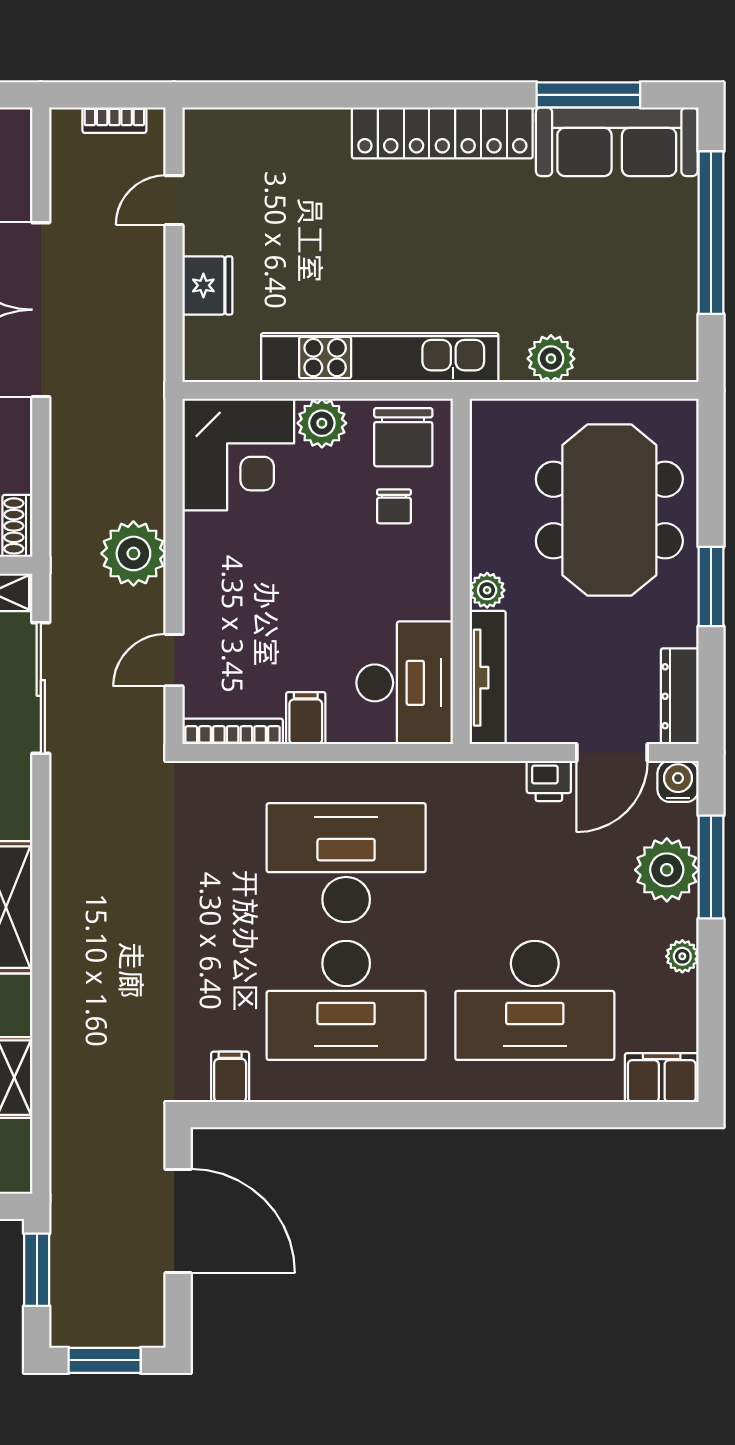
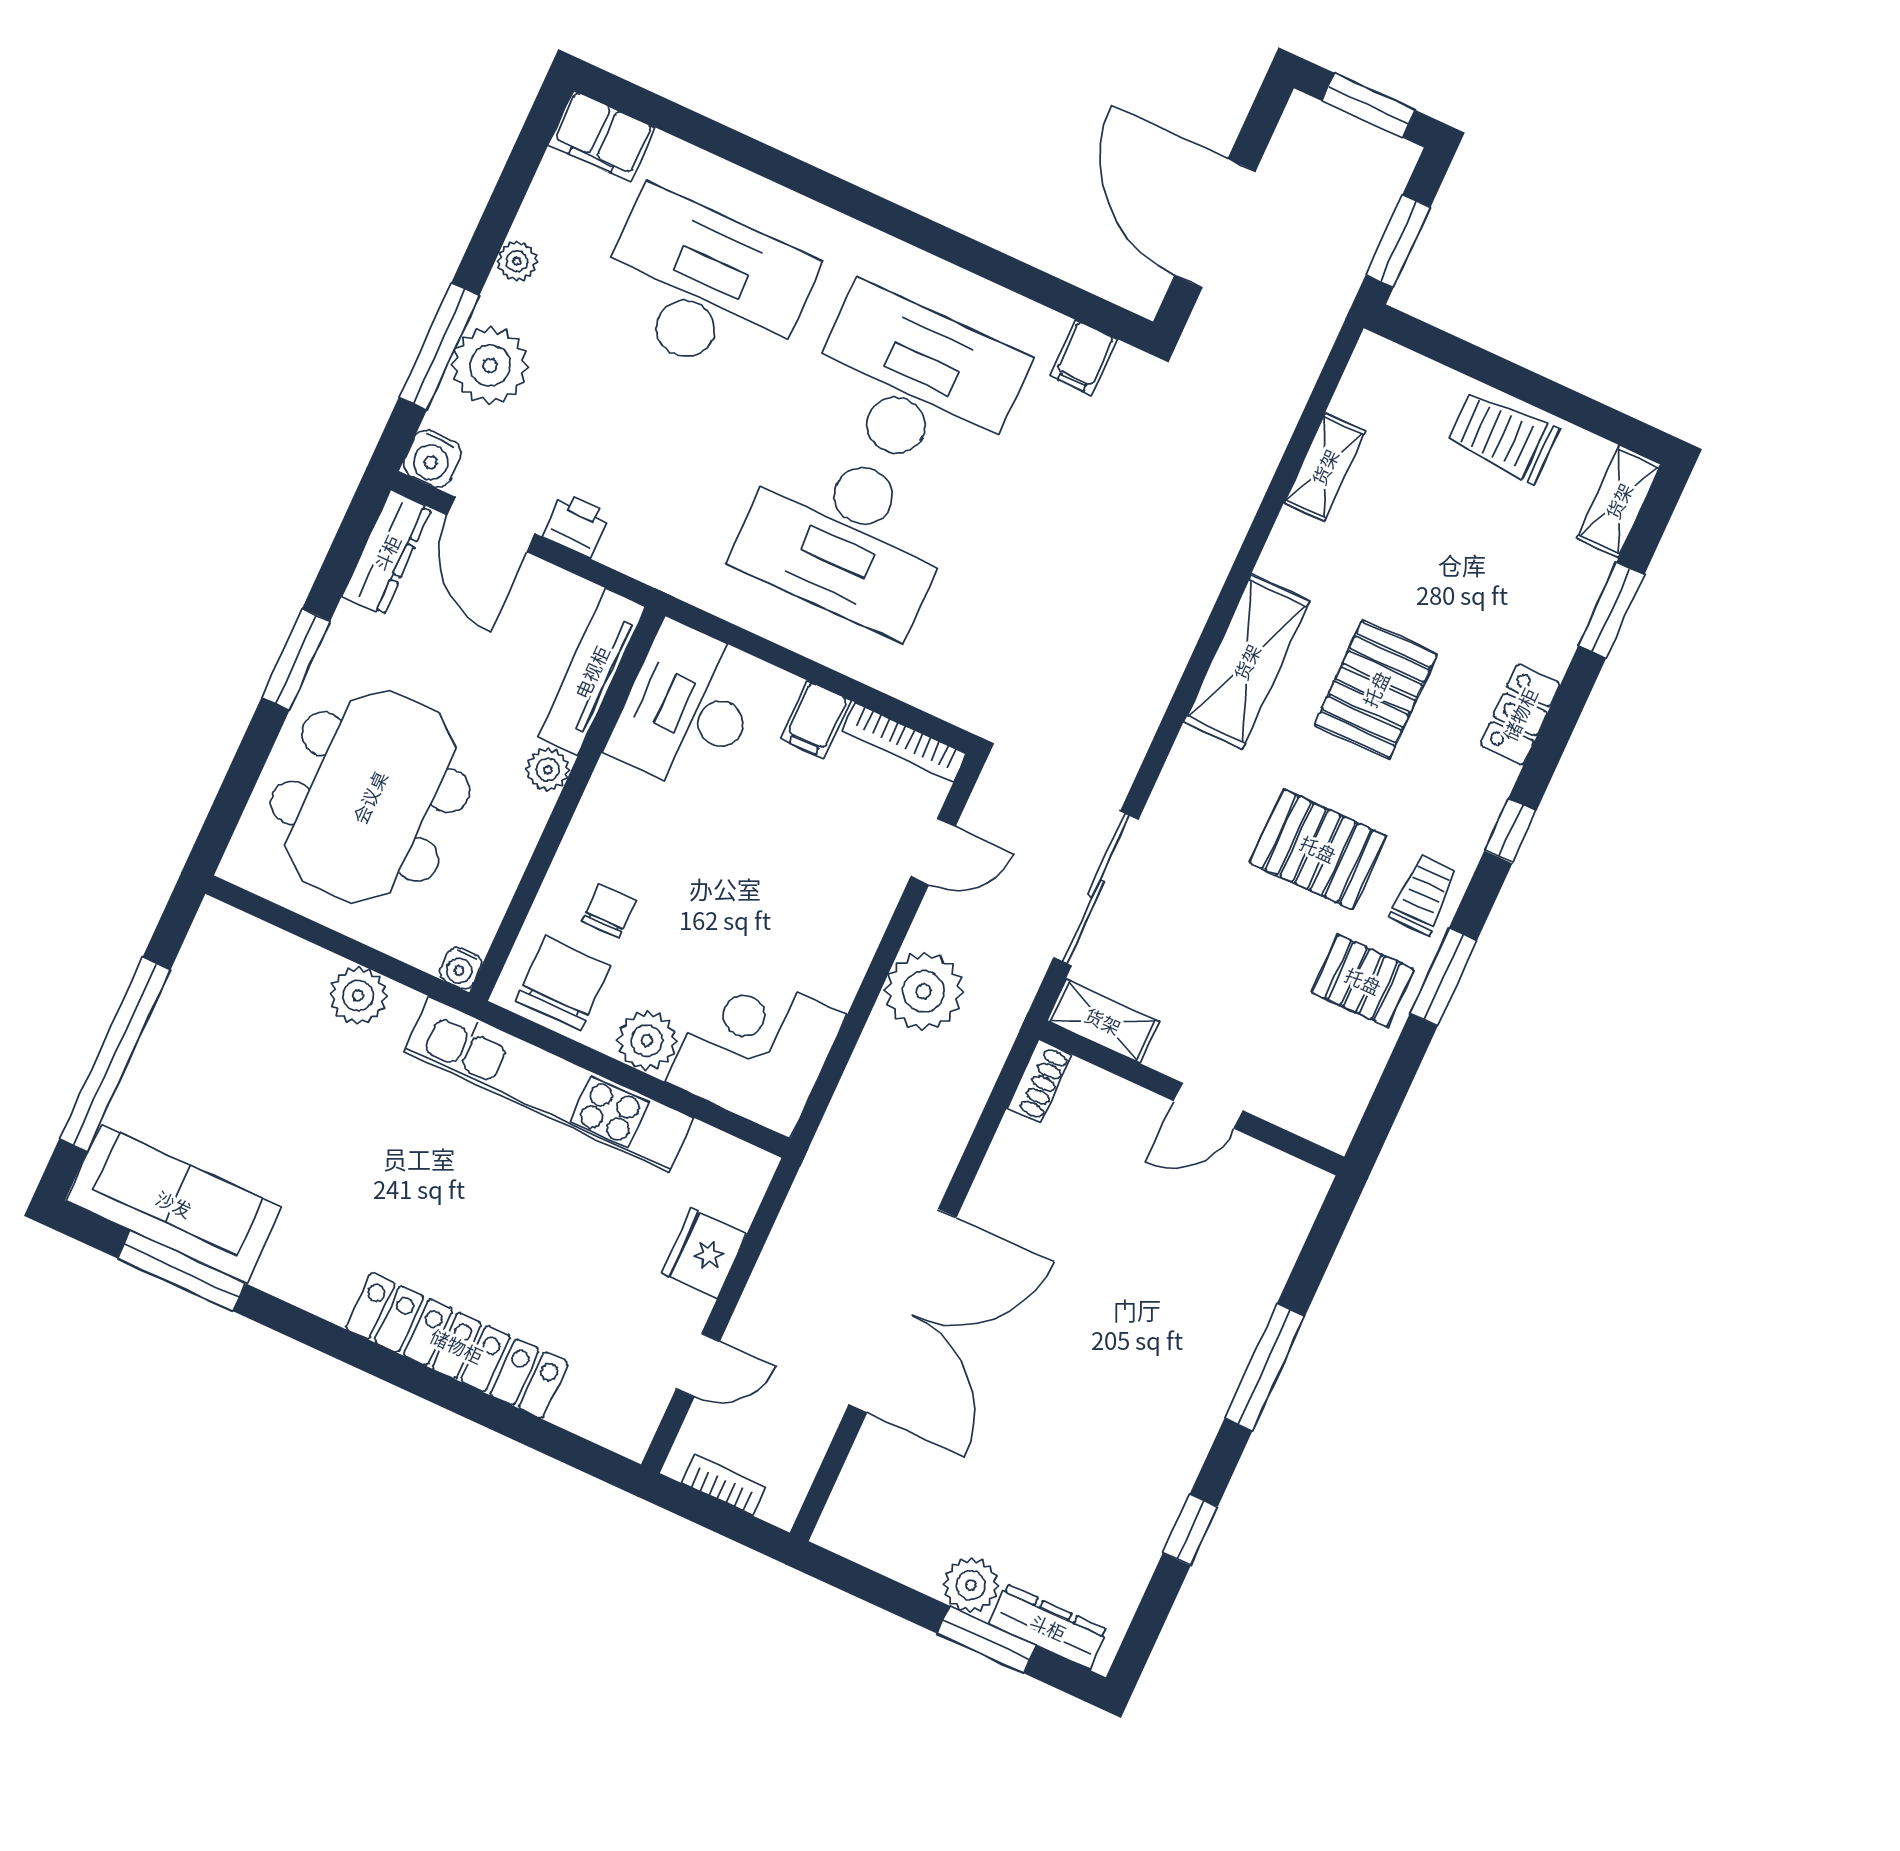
locker: (442, 133) -> (457, 1346), moved
water cooler: (484, 414) -> (460, 968), added
door: (612, 753) -> (491, 524), swing flipped

